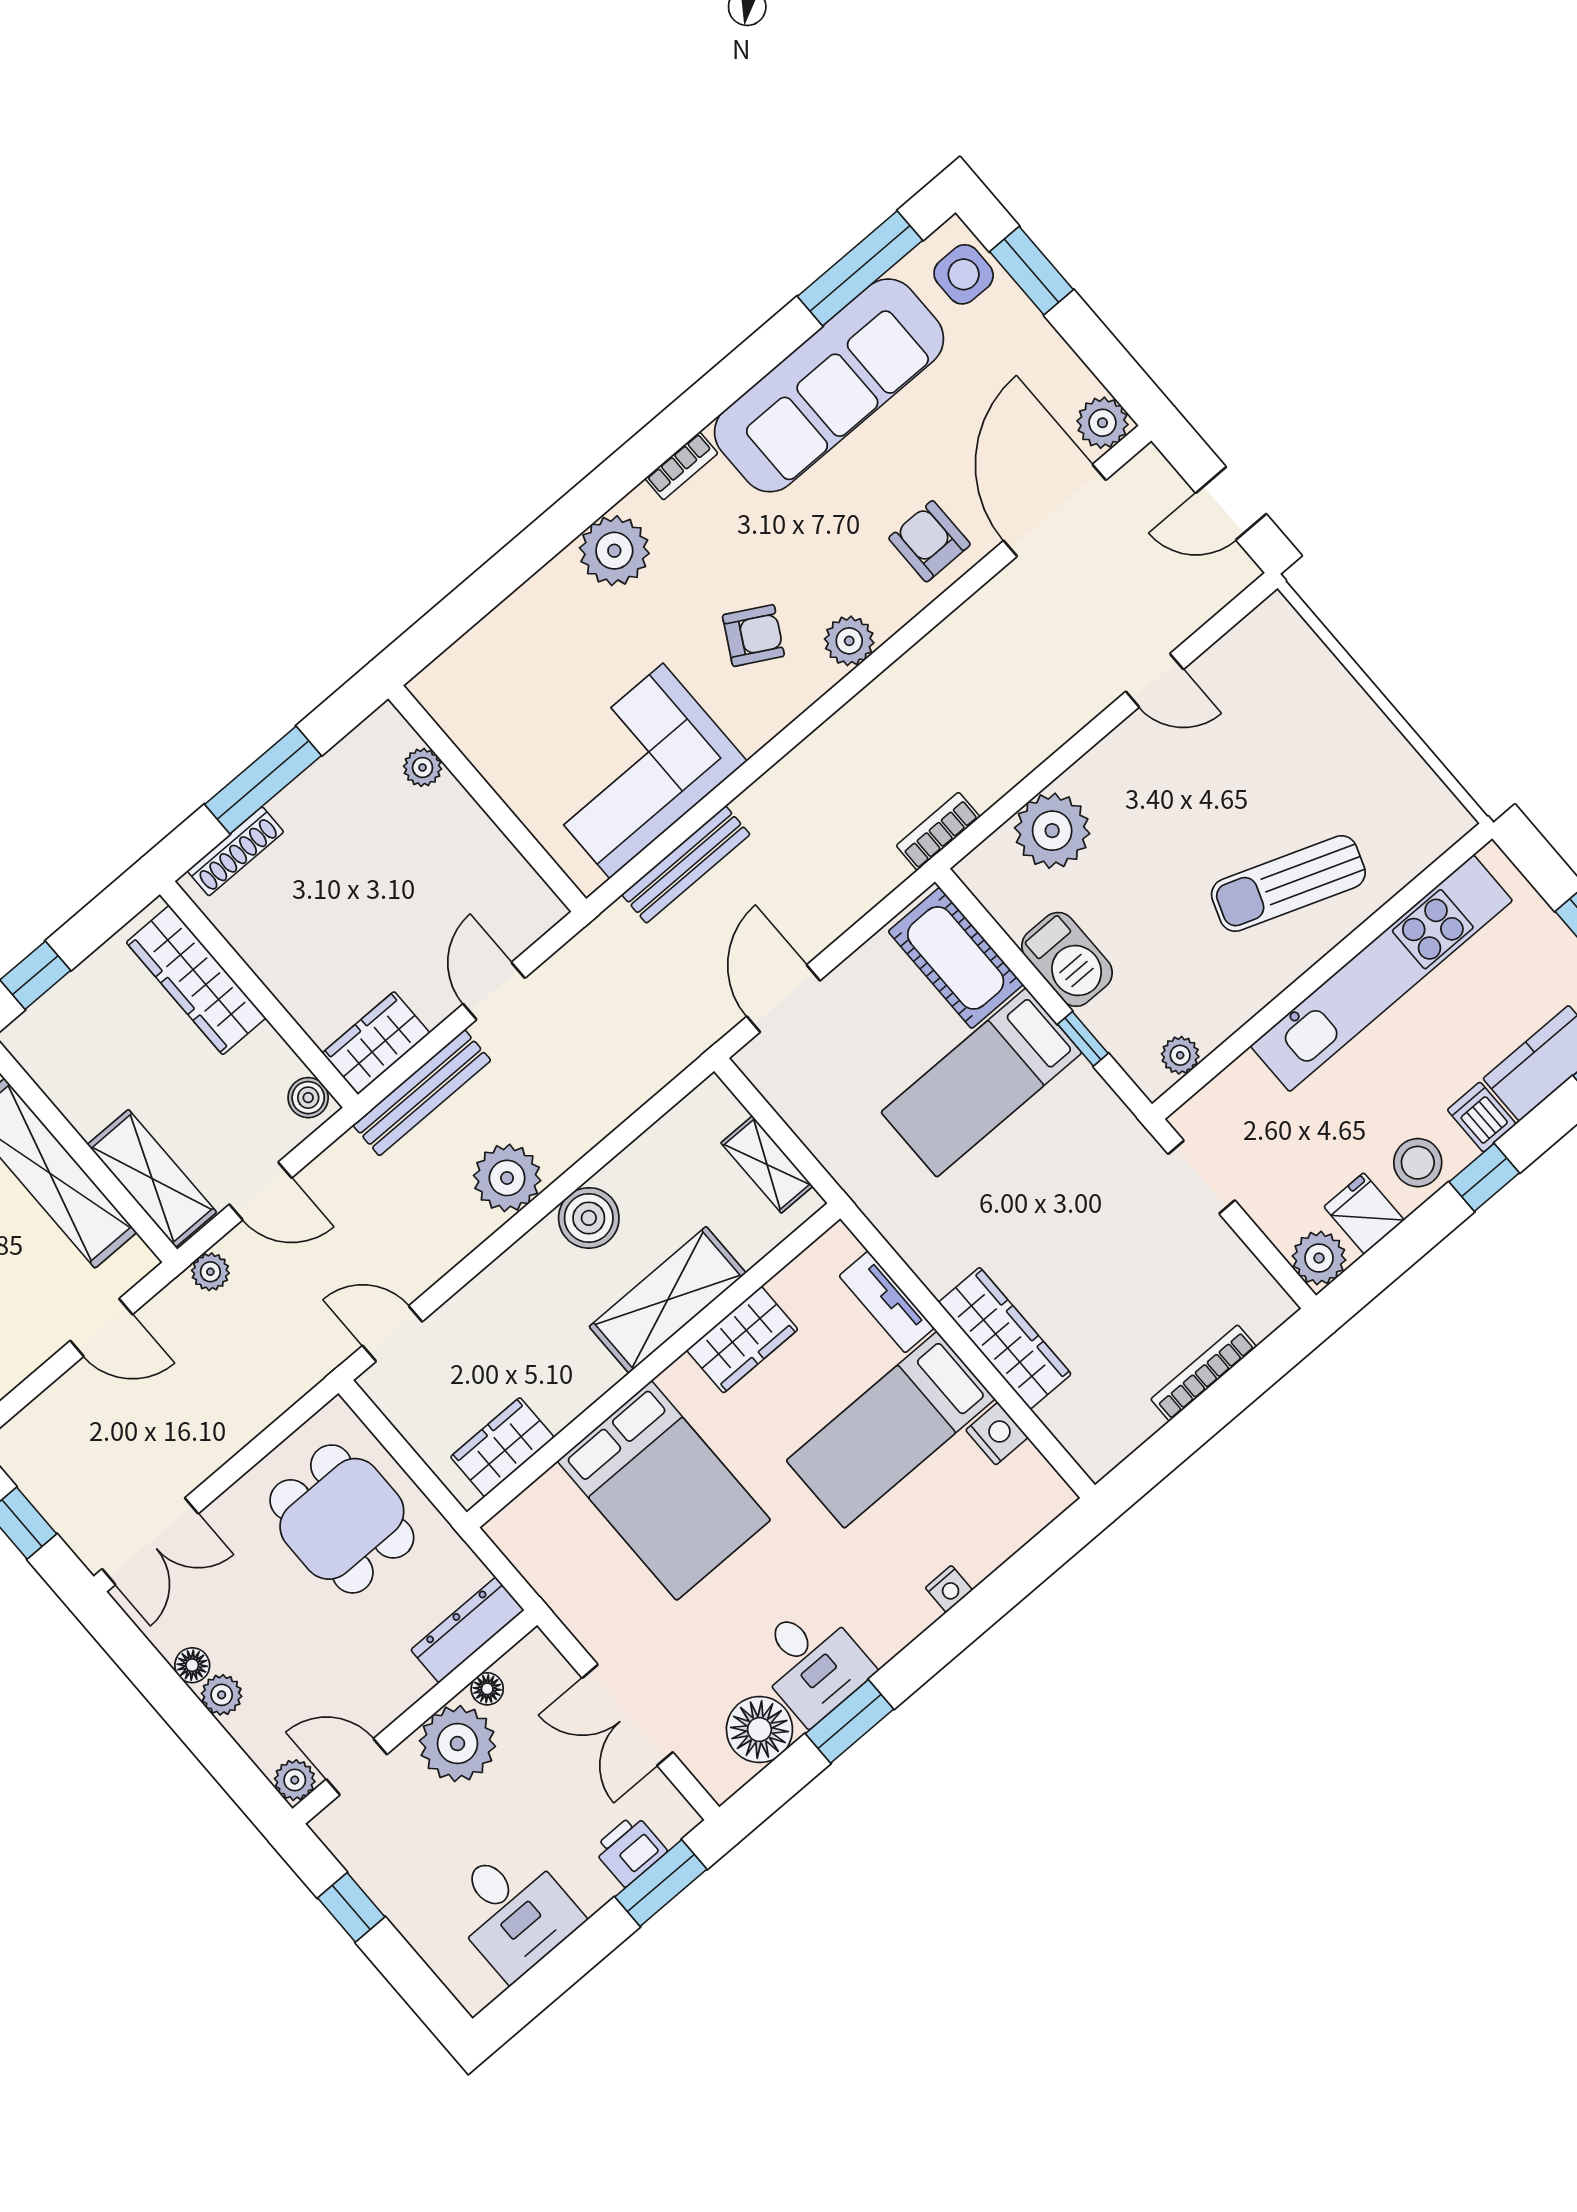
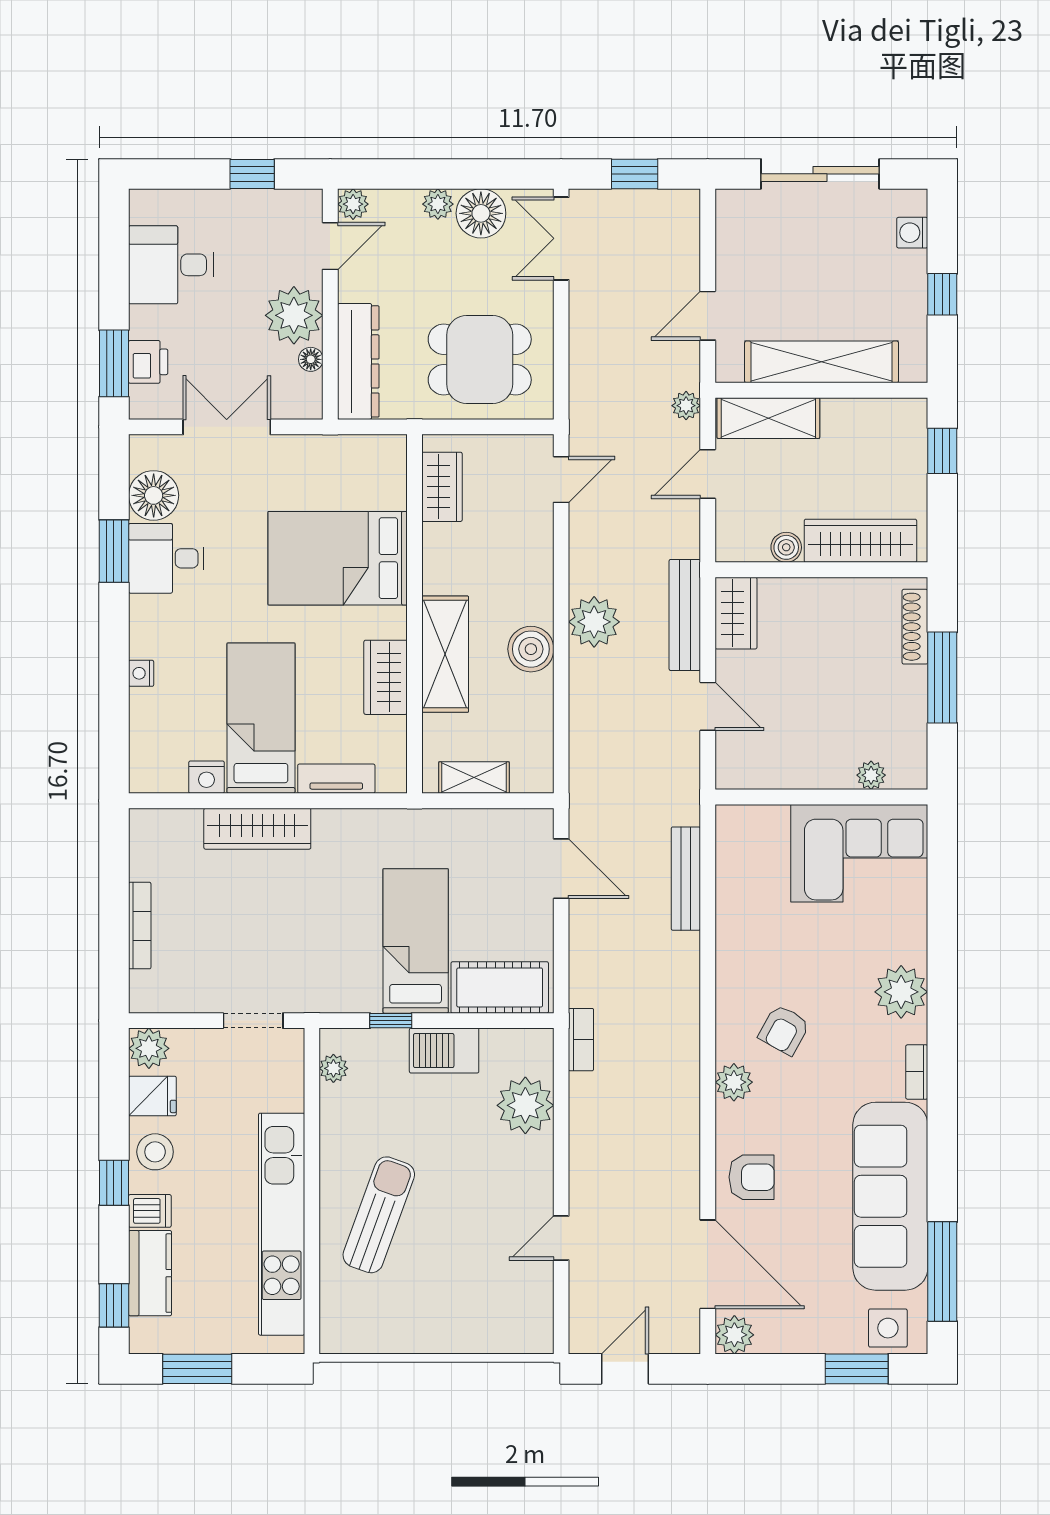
corner sofa: (637, 771) -> (859, 853), moved, turned 90
boiler: (308, 1098) -> (786, 547), moved
dresser: (468, 1630) -> (358, 361), width x1.37, depth x1.24
floor lamp: (192, 1665) -> (481, 213), width x1.89, depth x1.89

